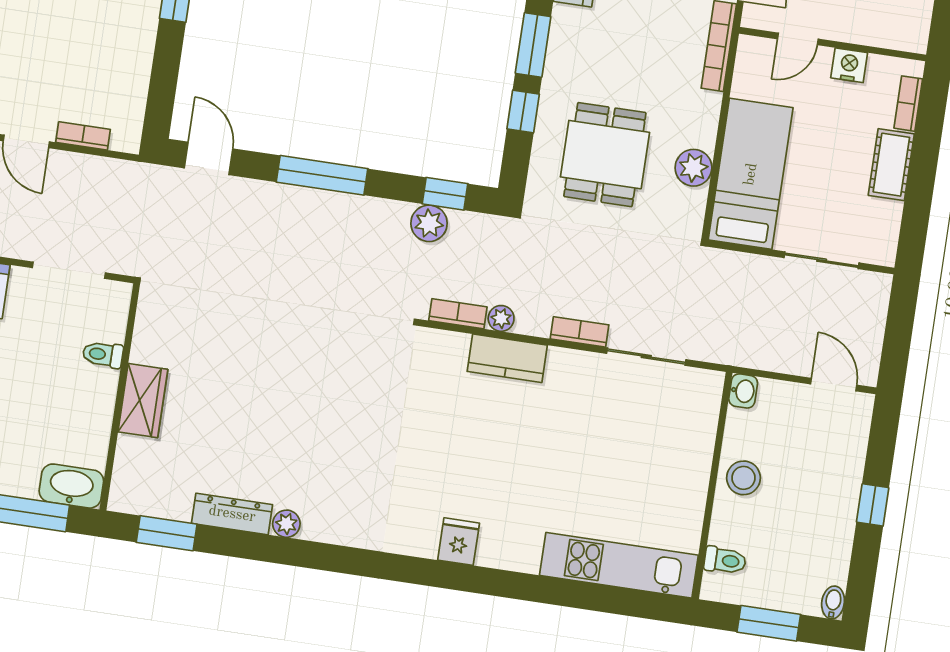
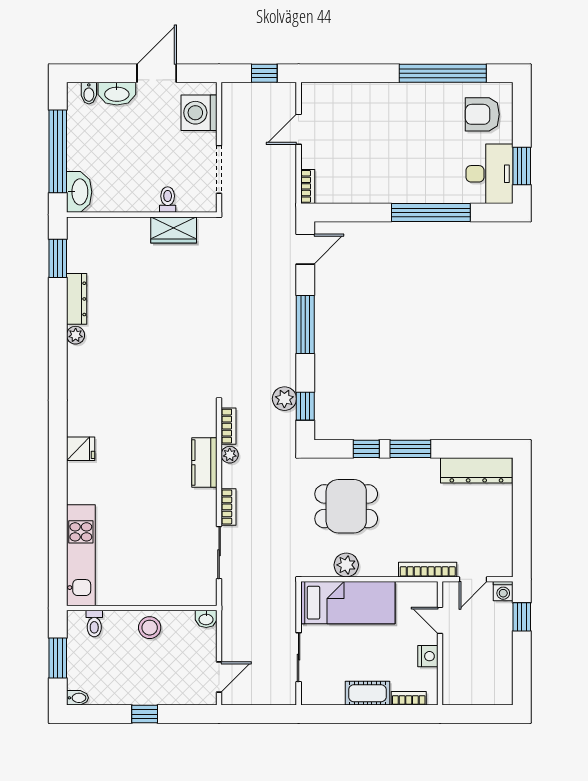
bookcase: (83, 136) -> (308, 186), moved
wardrobe: (143, 401) -> (174, 230), moved

